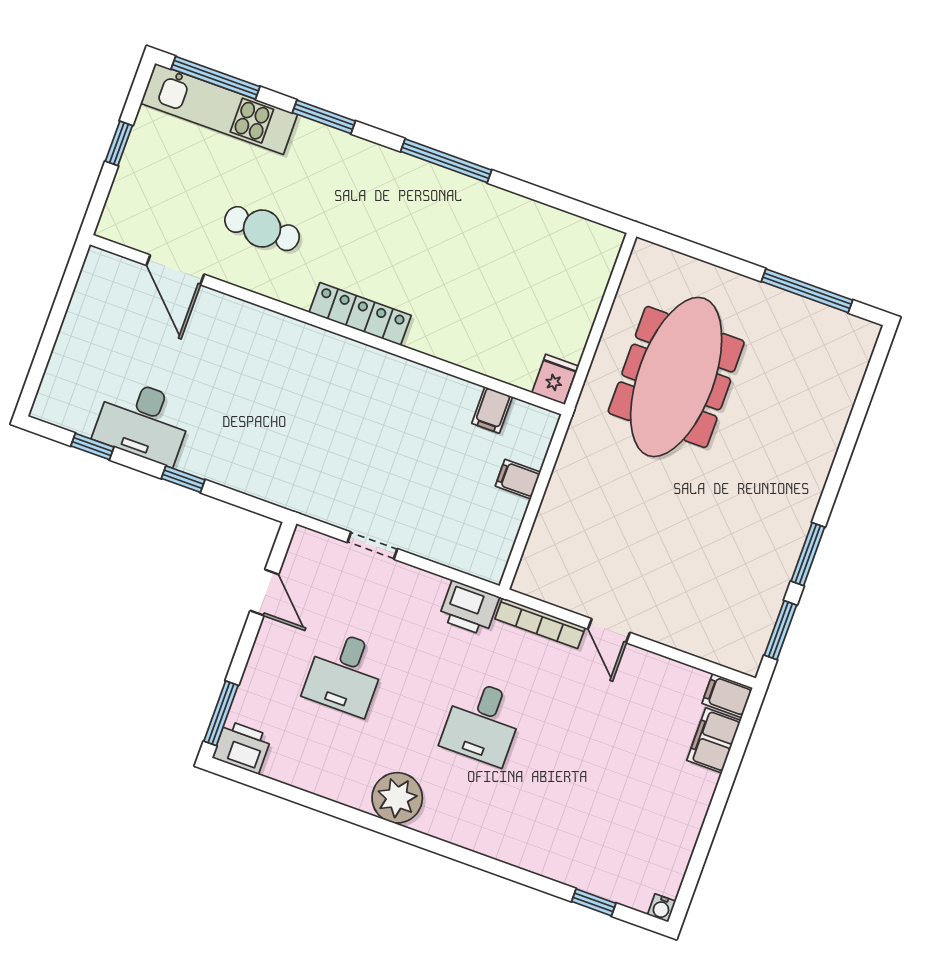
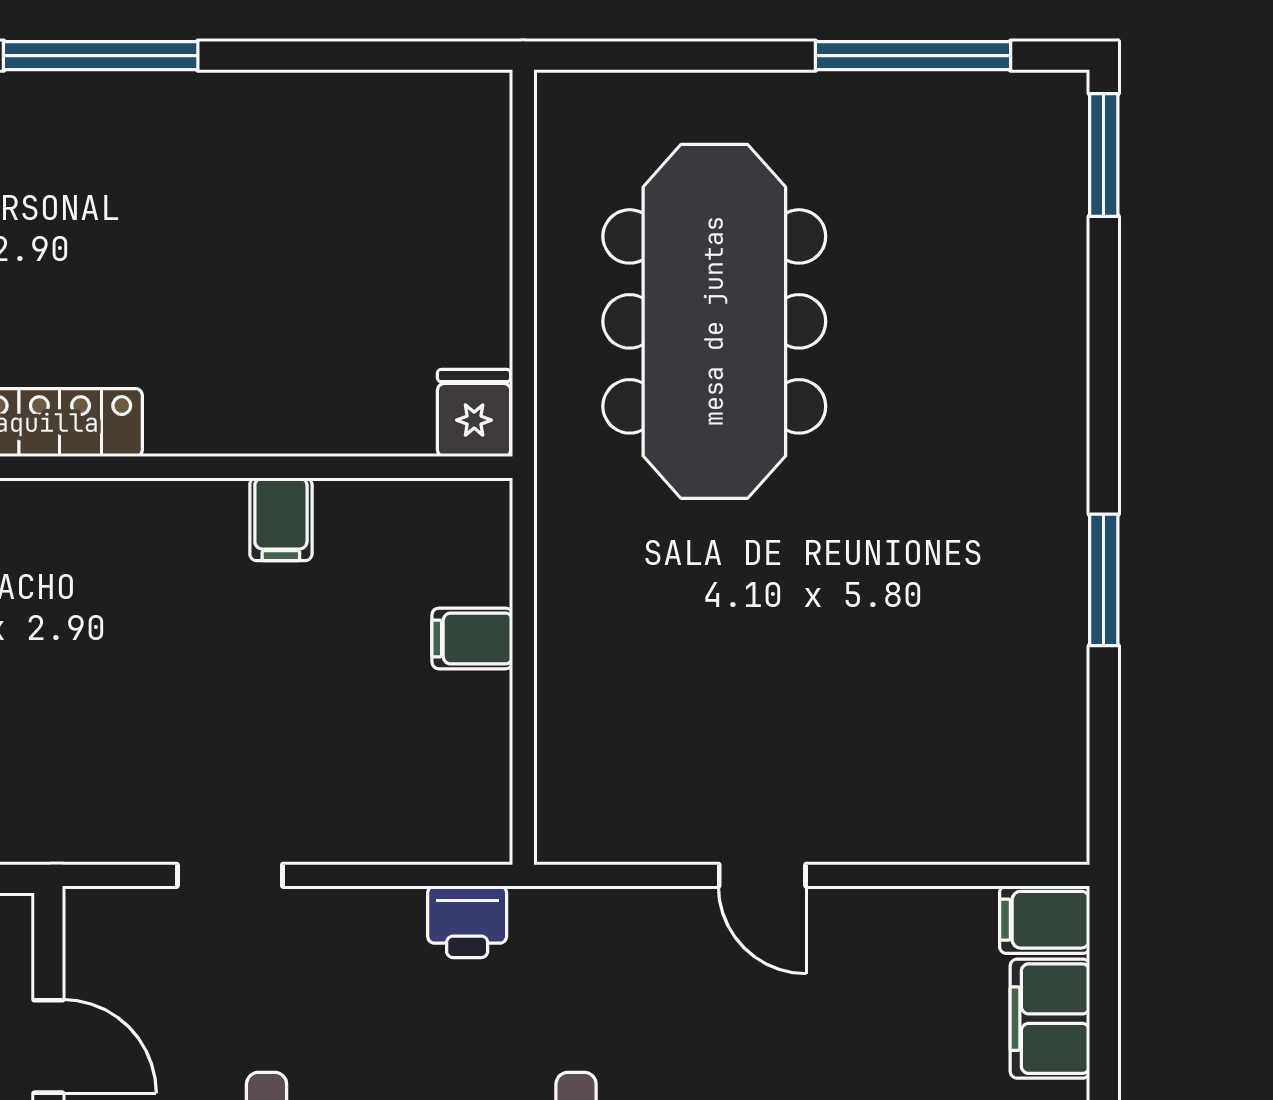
filing cabinet: (492, 410) -> (281, 519), moved
printer: (469, 608) -> (467, 922), width x0.73, depth x0.81
bookcase: (540, 623) -> (620, 910), removed
window: (780, 630) -> (1104, 155), moved

